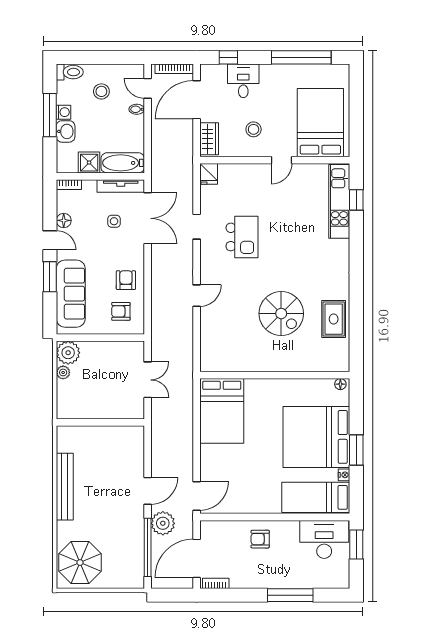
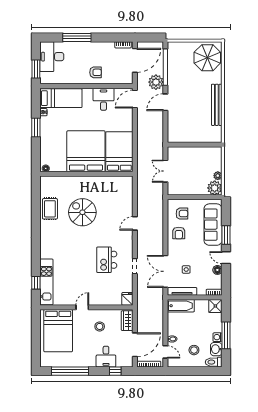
washbasin: (66, 131) -> (216, 349), moved
shower: (89, 163) -> (215, 306), moved
bed: (316, 437) -> (86, 151), moved, turned -90
desk: (247, 496) -> (103, 99), added
desk: (324, 539) -> (52, 57), moved, turned 90

